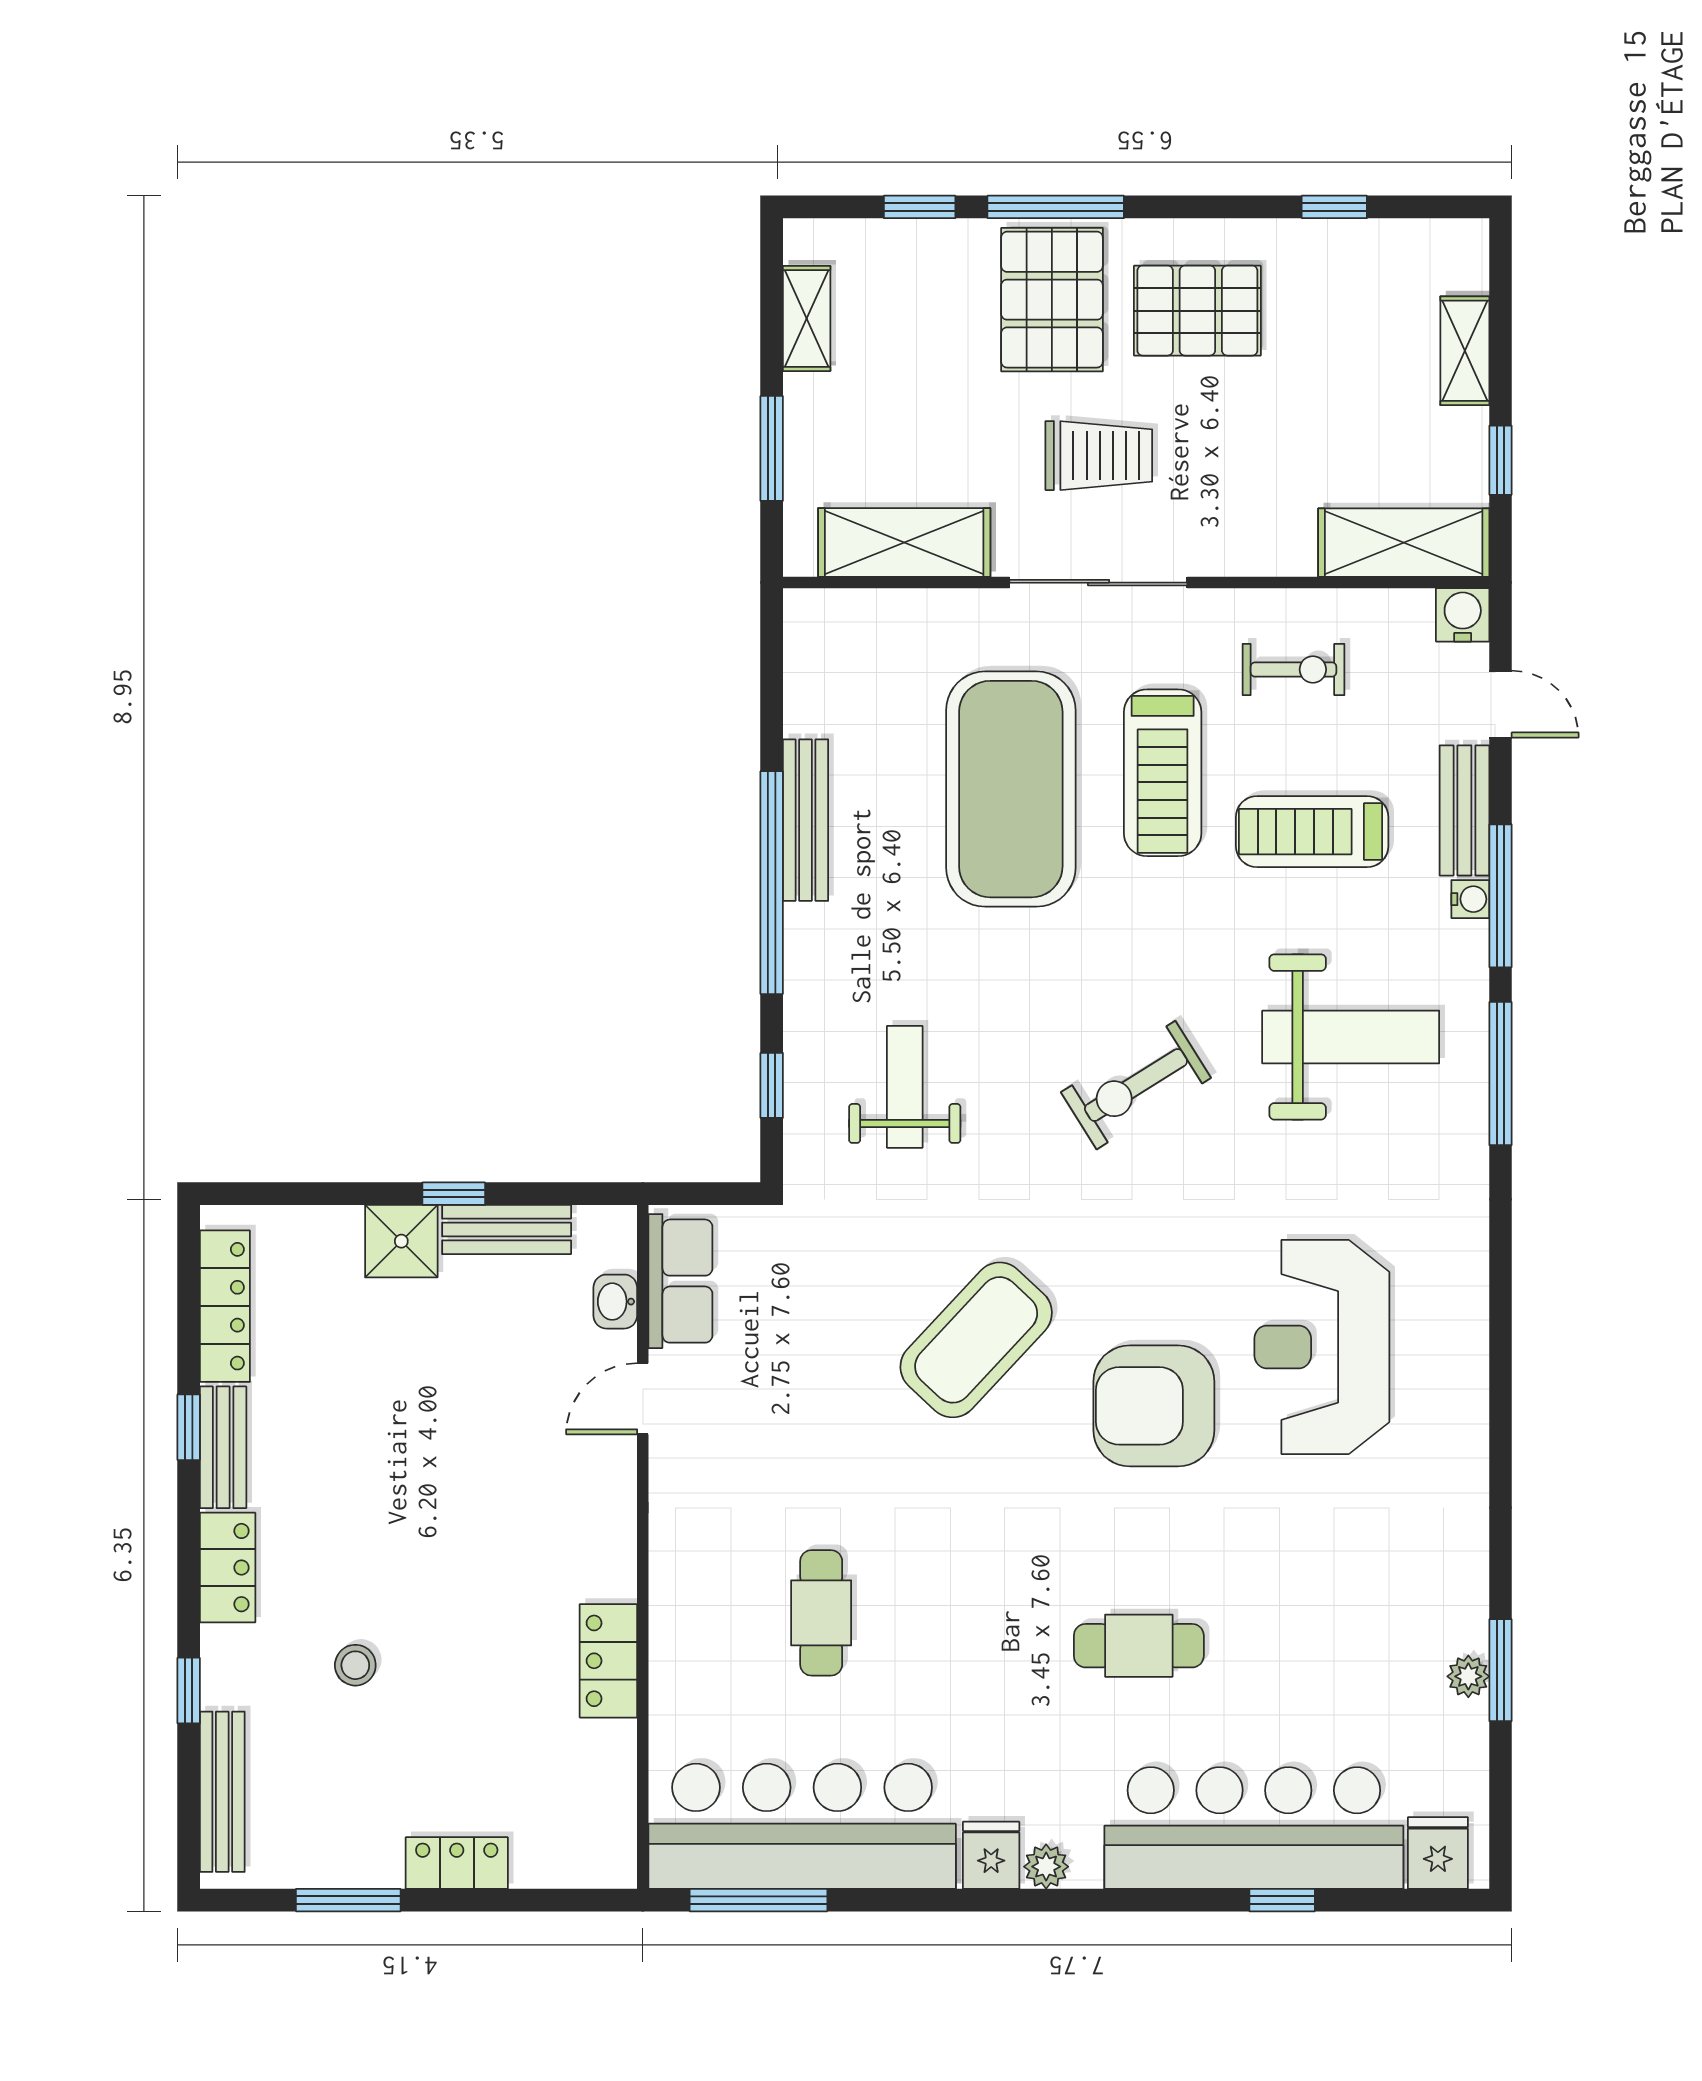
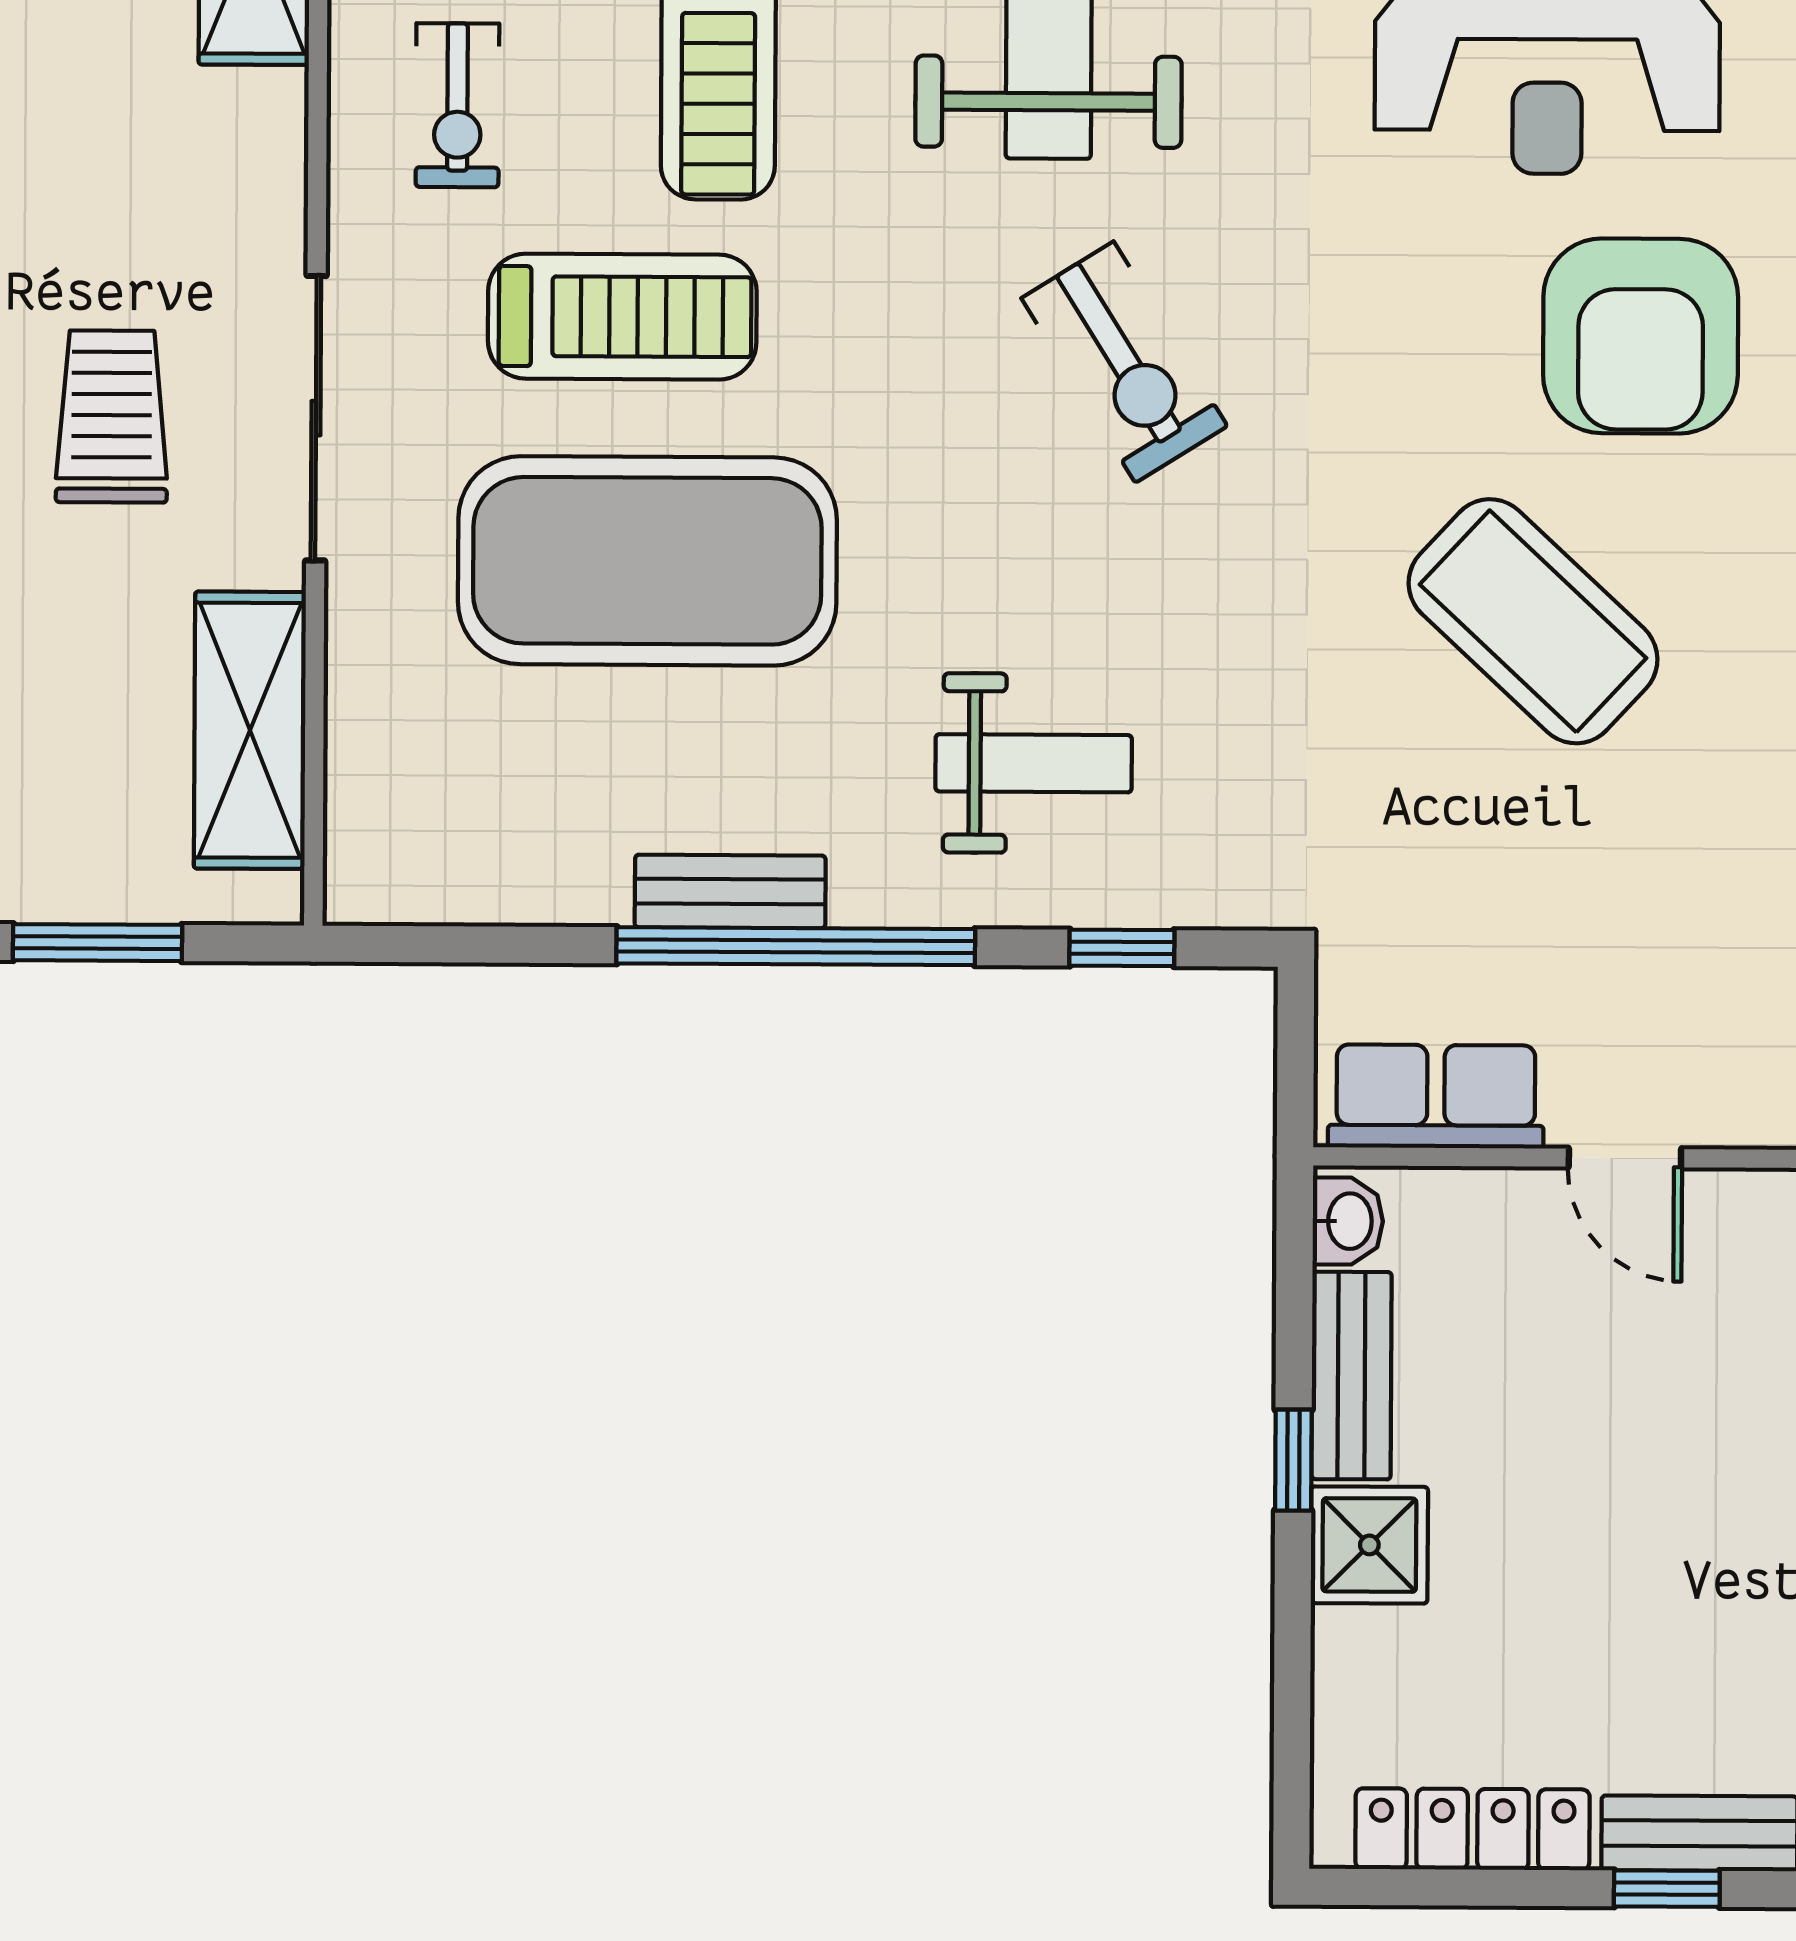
exercise bike: (1293, 670) -> (457, 105), turned 180
bench: (806, 820) -> (730, 891), width x0.73
weight bench: (905, 1087) -> (1034, 763), moved, turned 180
washbasin: (615, 1302) -> (1348, 1221), moved, turned -90

